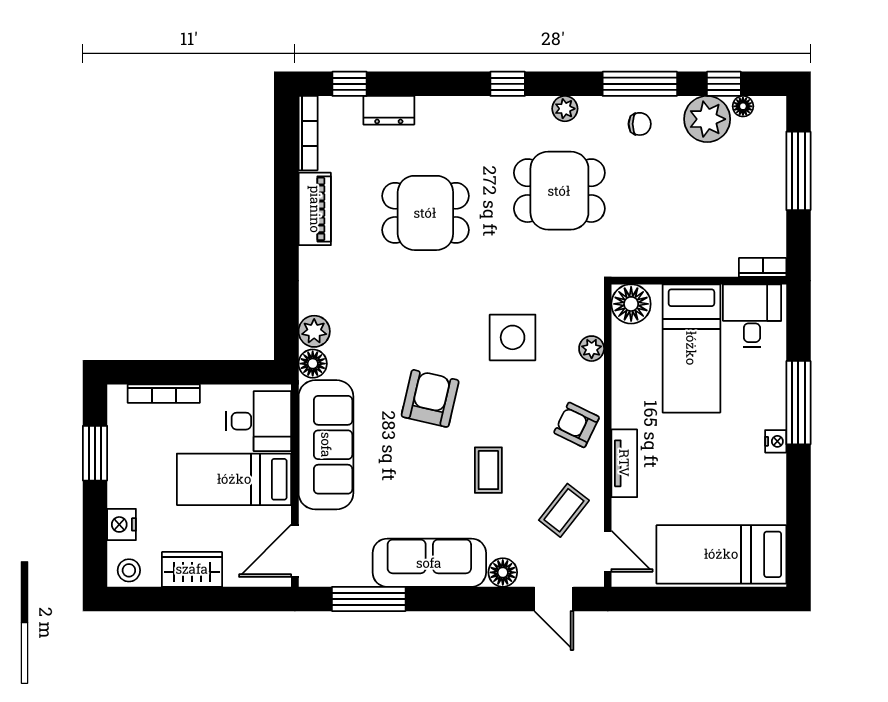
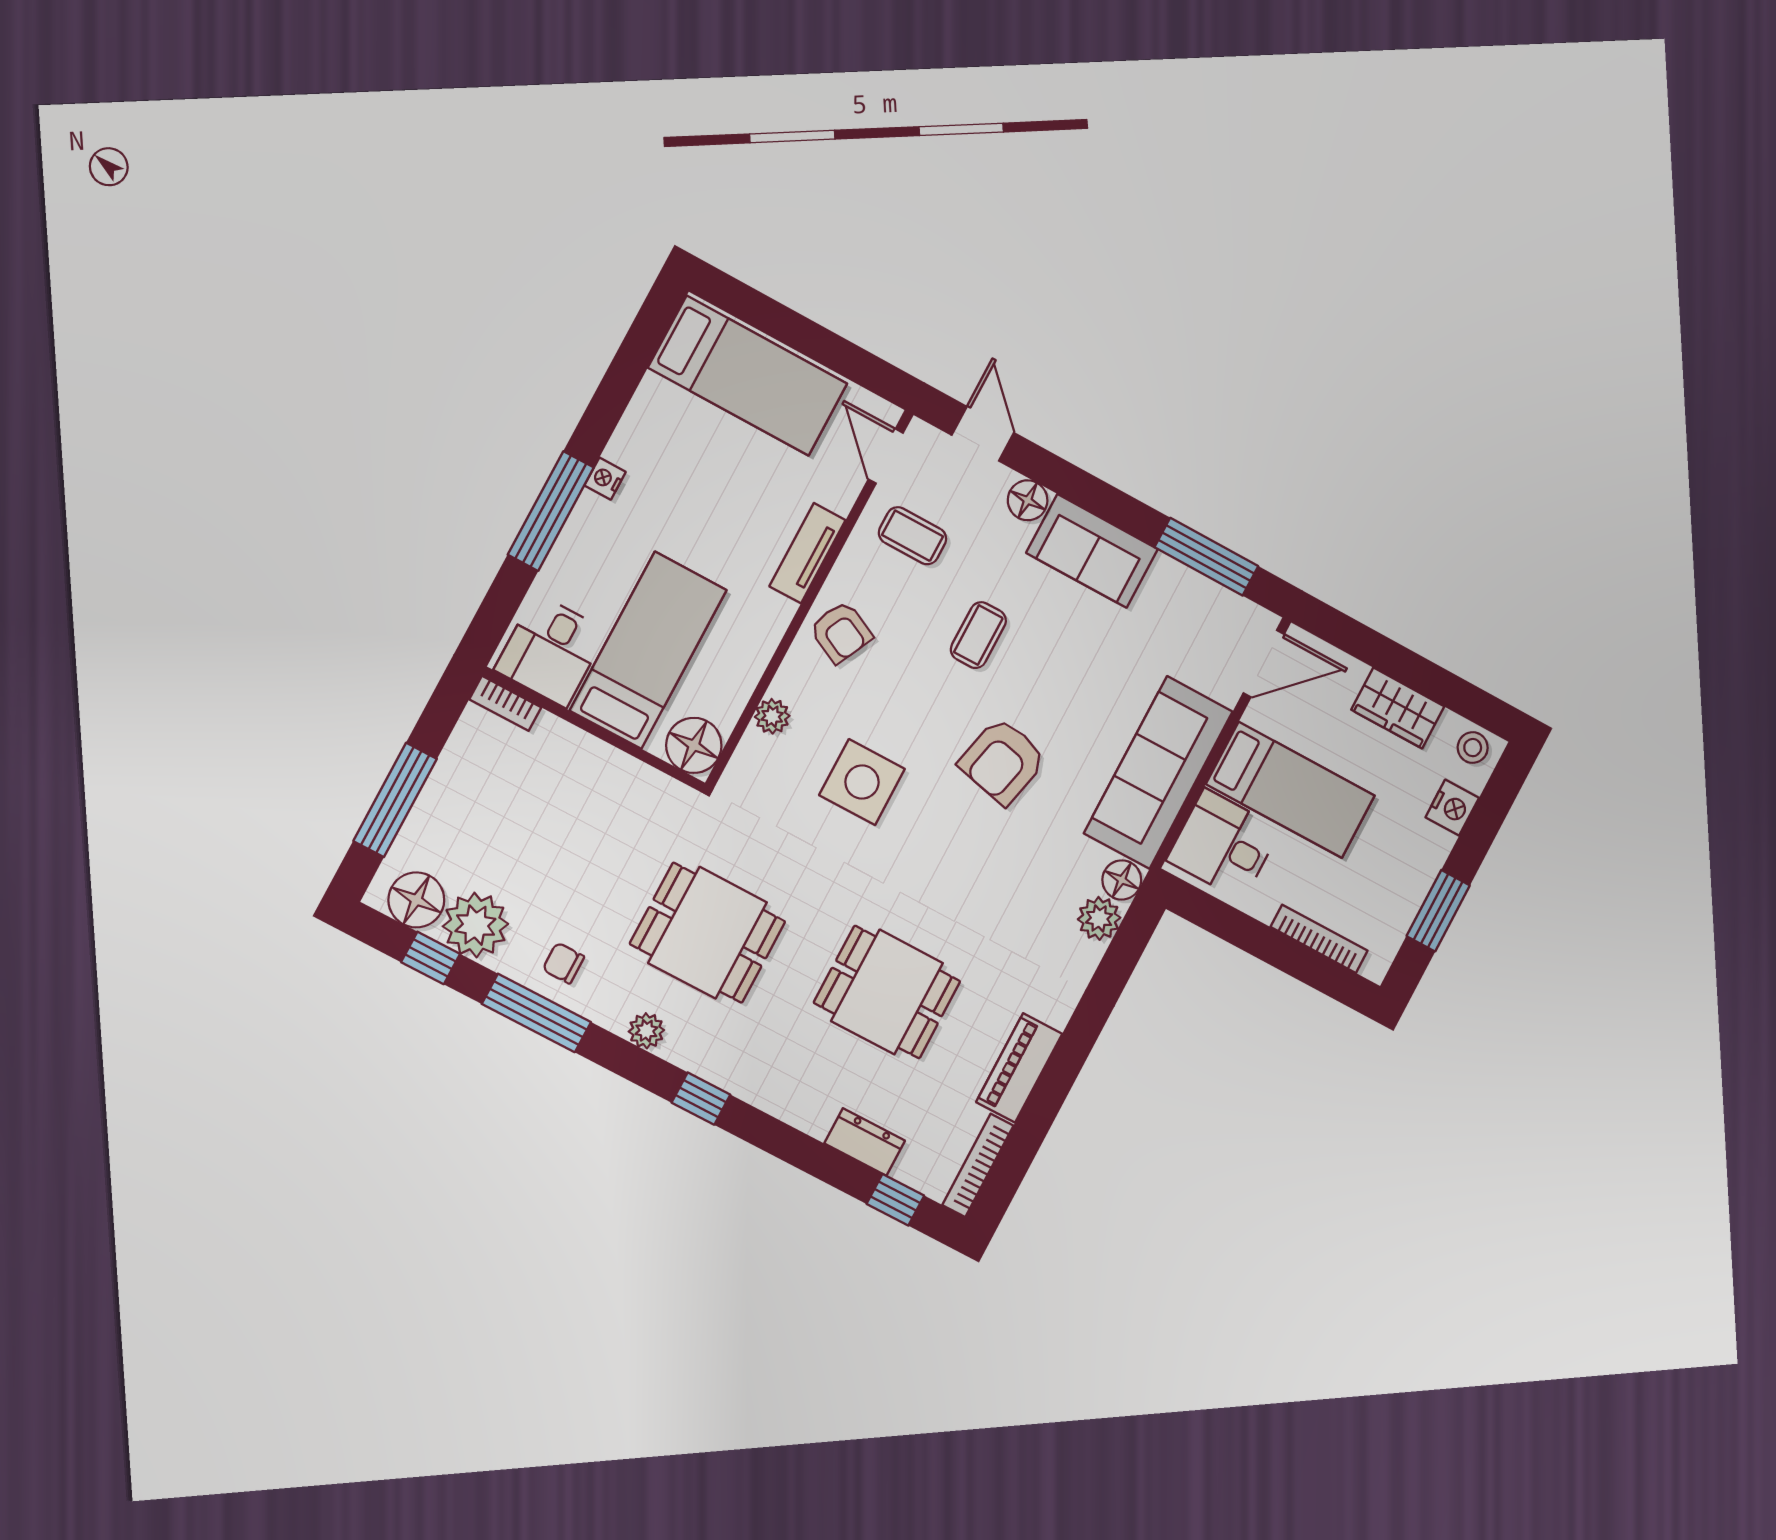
floor lamp: (743, 106) -> (416, 900), width x1.89, depth x1.89
coffee table: (564, 510) -> (913, 536), turned 52
sofa: (429, 563) -> (1092, 551), width x0.73

